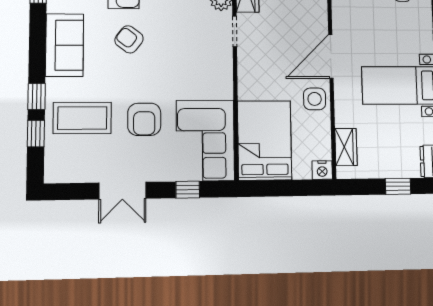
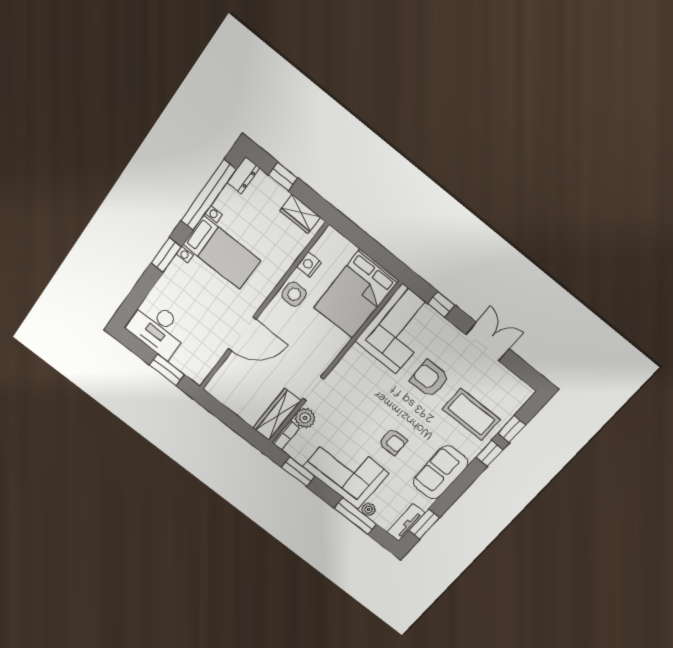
armchair: (129, 39) -> (393, 442), turned -37
door: (331, 56) -> (242, 334), moved
armchair: (144, 119) -> (429, 379), turned -90
wardrobe: (346, 147) -> (300, 214), moved, turned -90
nightstand: (322, 170) -> (309, 265), moved, turned -90

